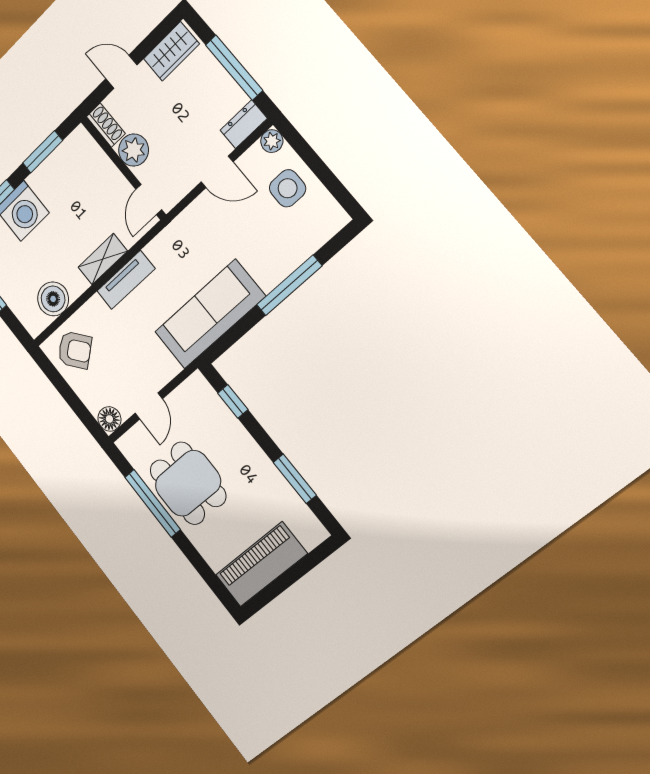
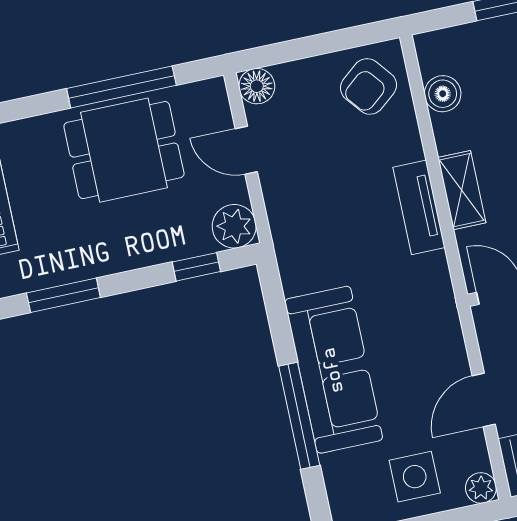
boiler: (53, 299) -> (443, 94), width x0.73, depth x0.73
sofa: (210, 314) -> (334, 370), moved
plant: (196, 390) -> (234, 226), added

